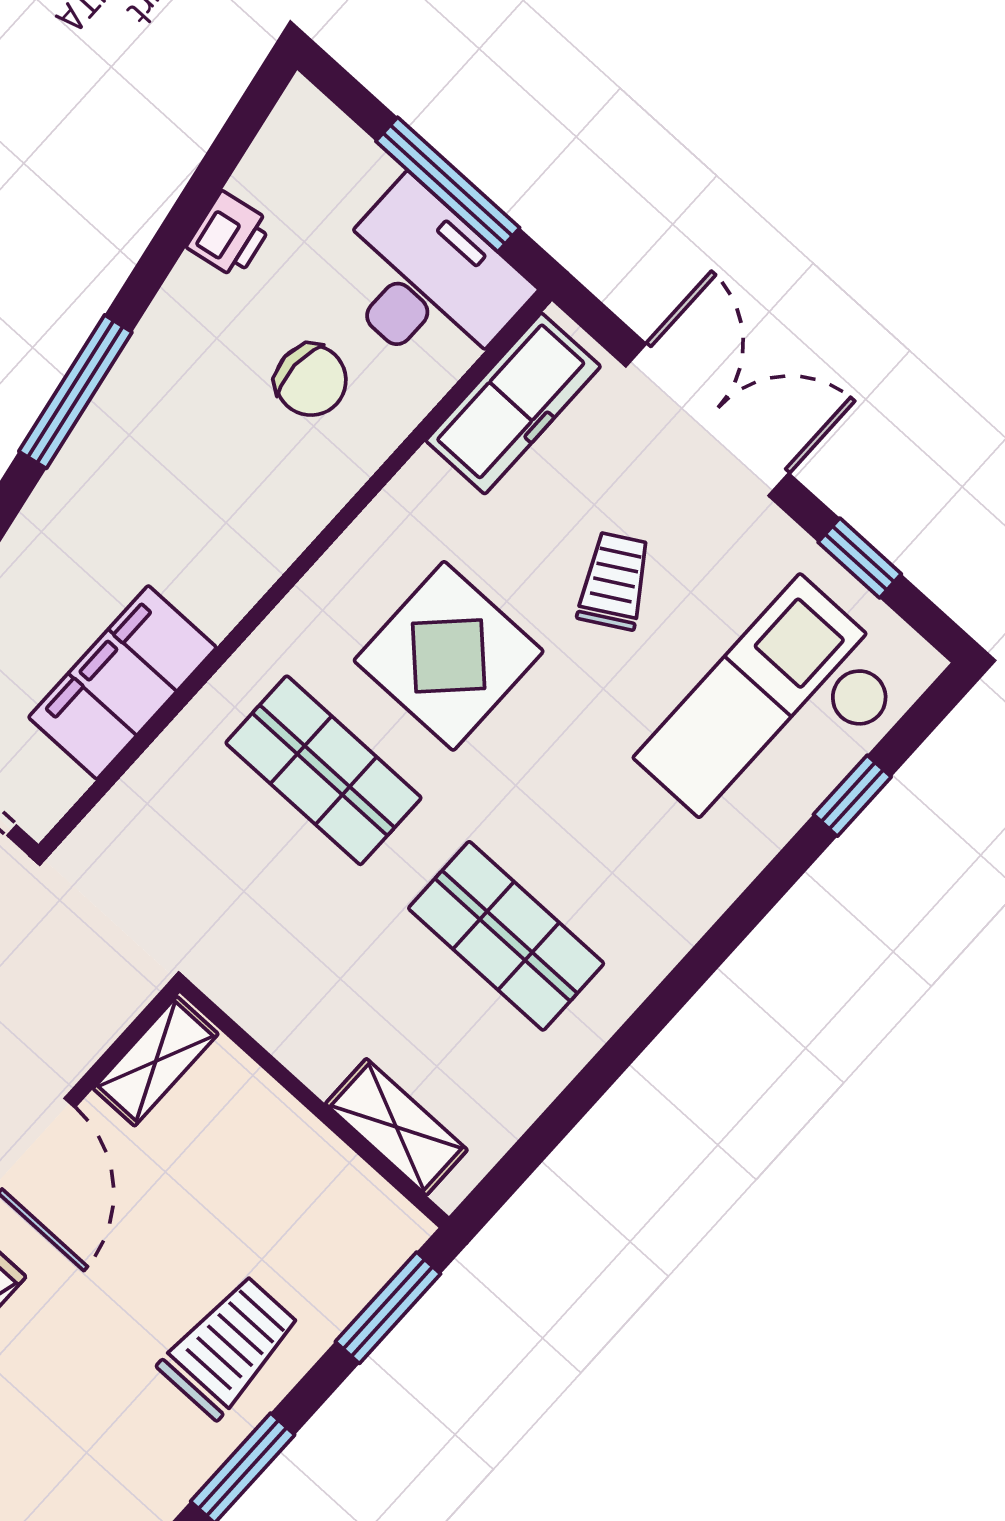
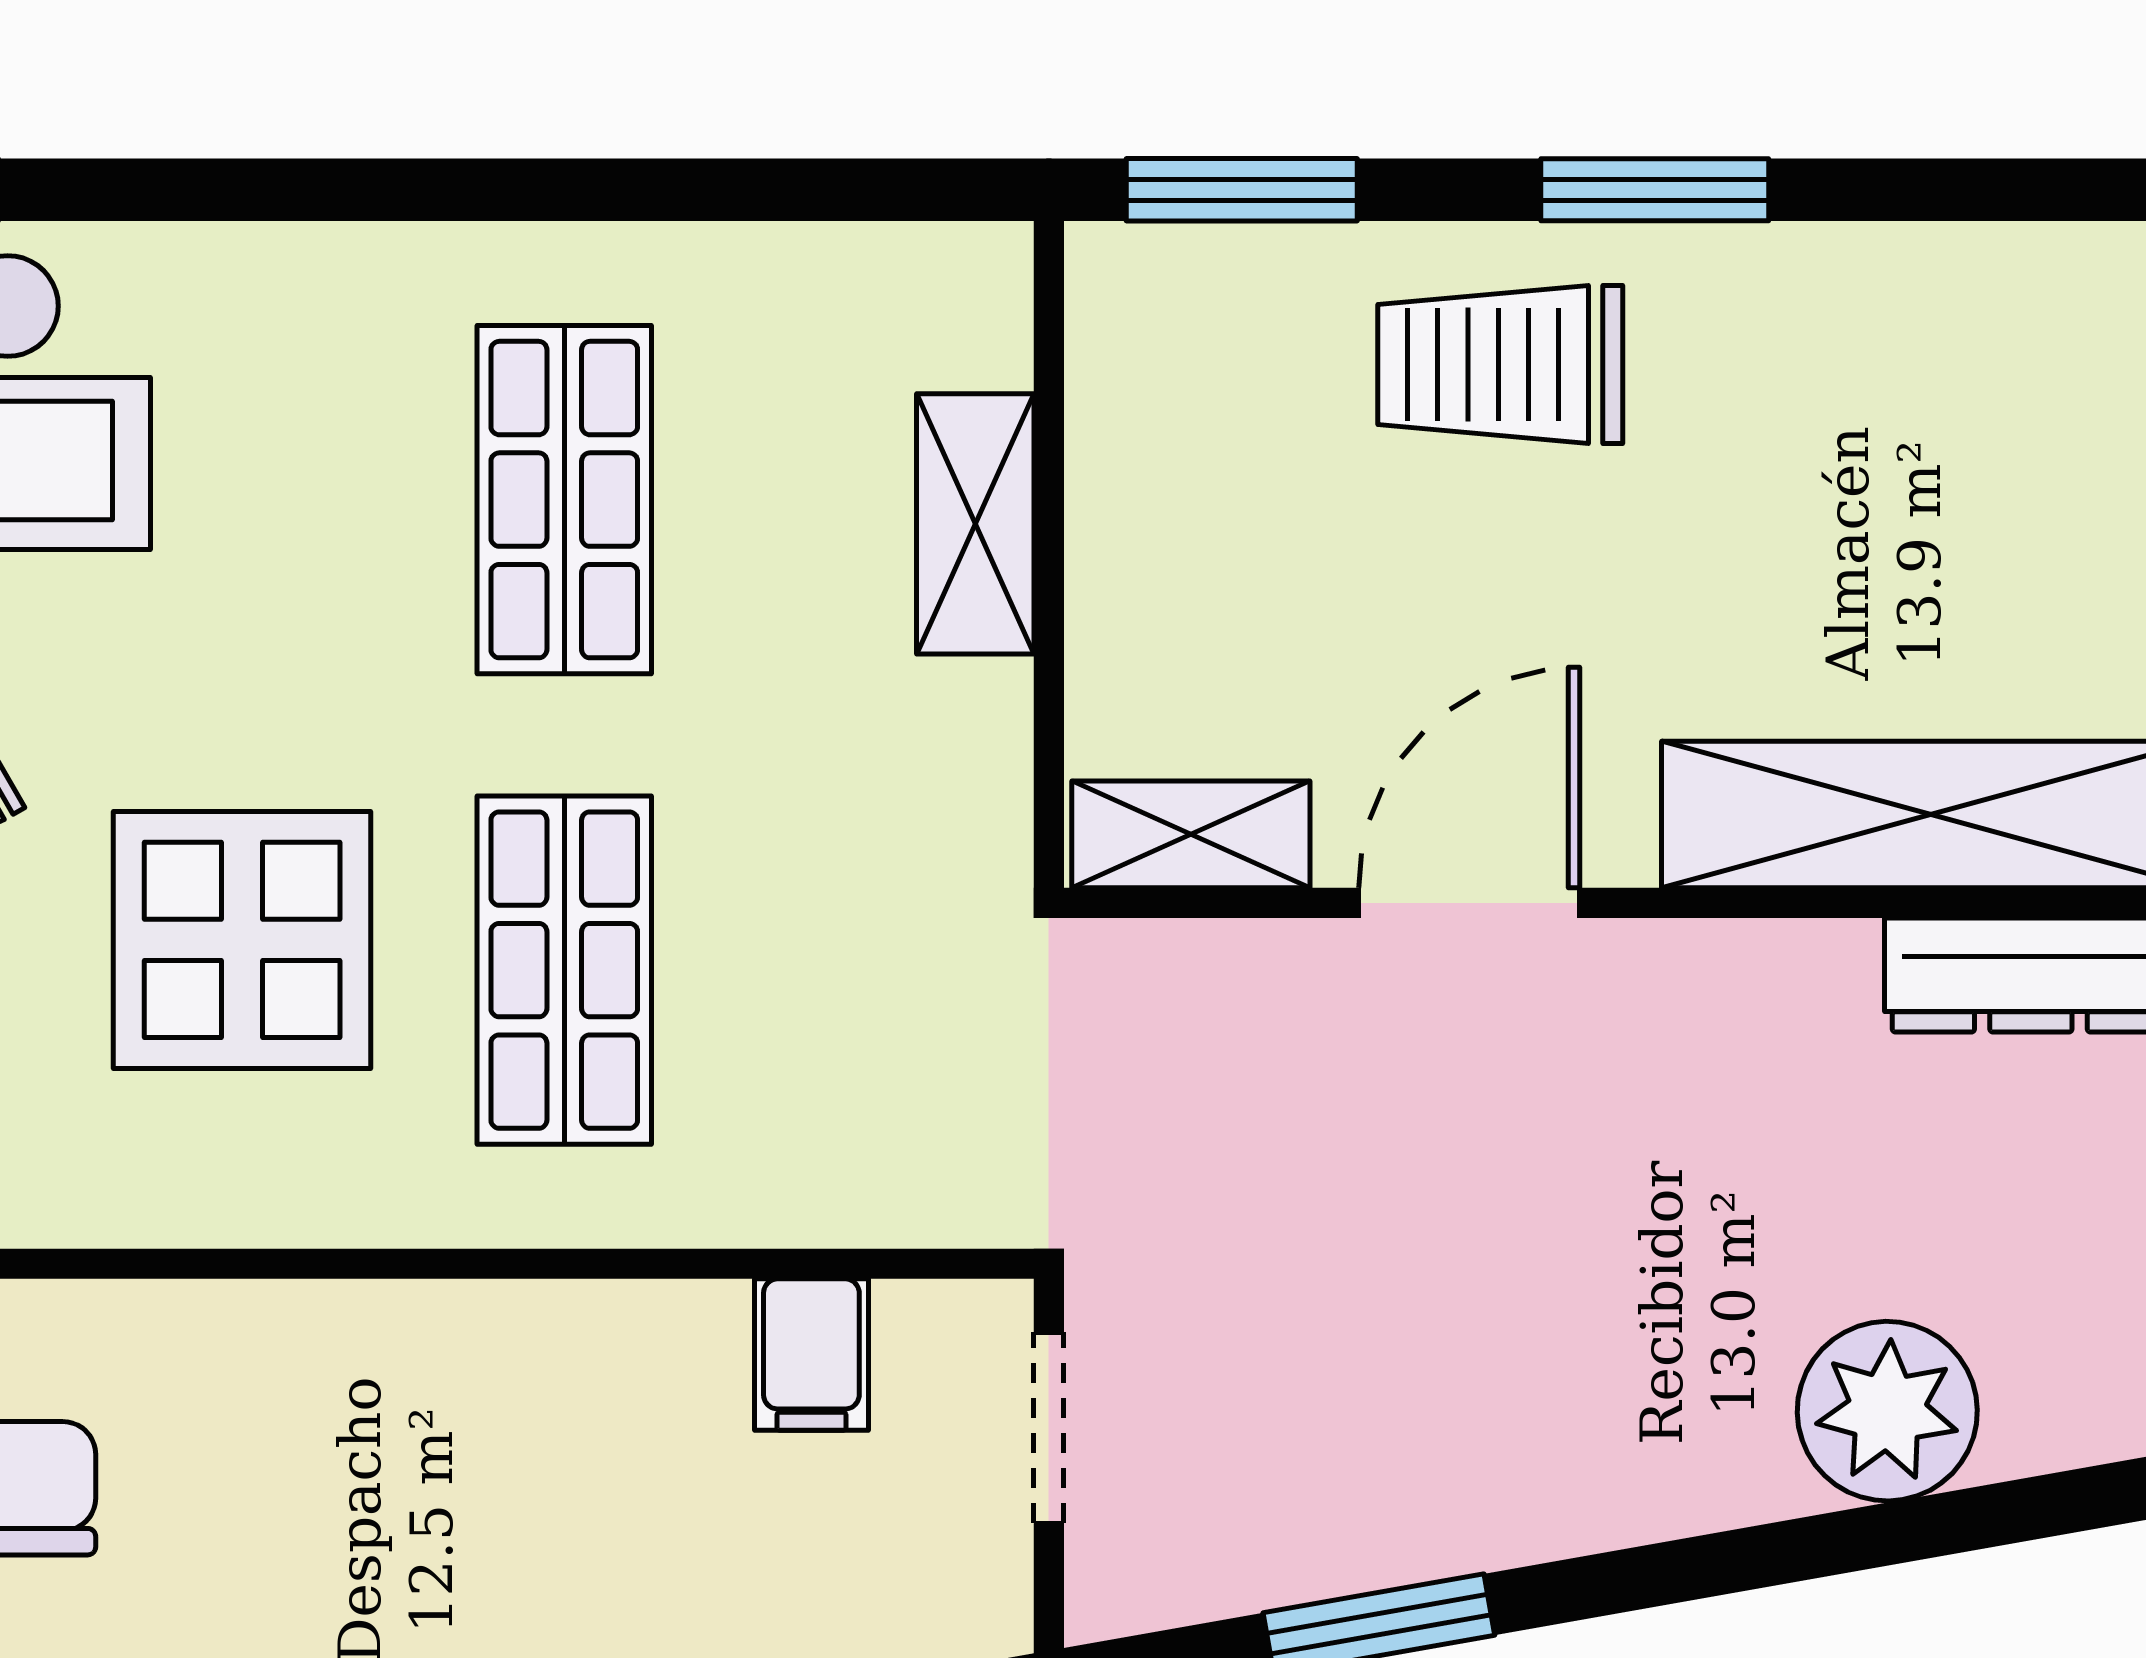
filing cabinet: (122, 682) -> (811, 1355), width x0.33, depth x0.86
shelving: (396, 1127) -> (975, 524), moved

